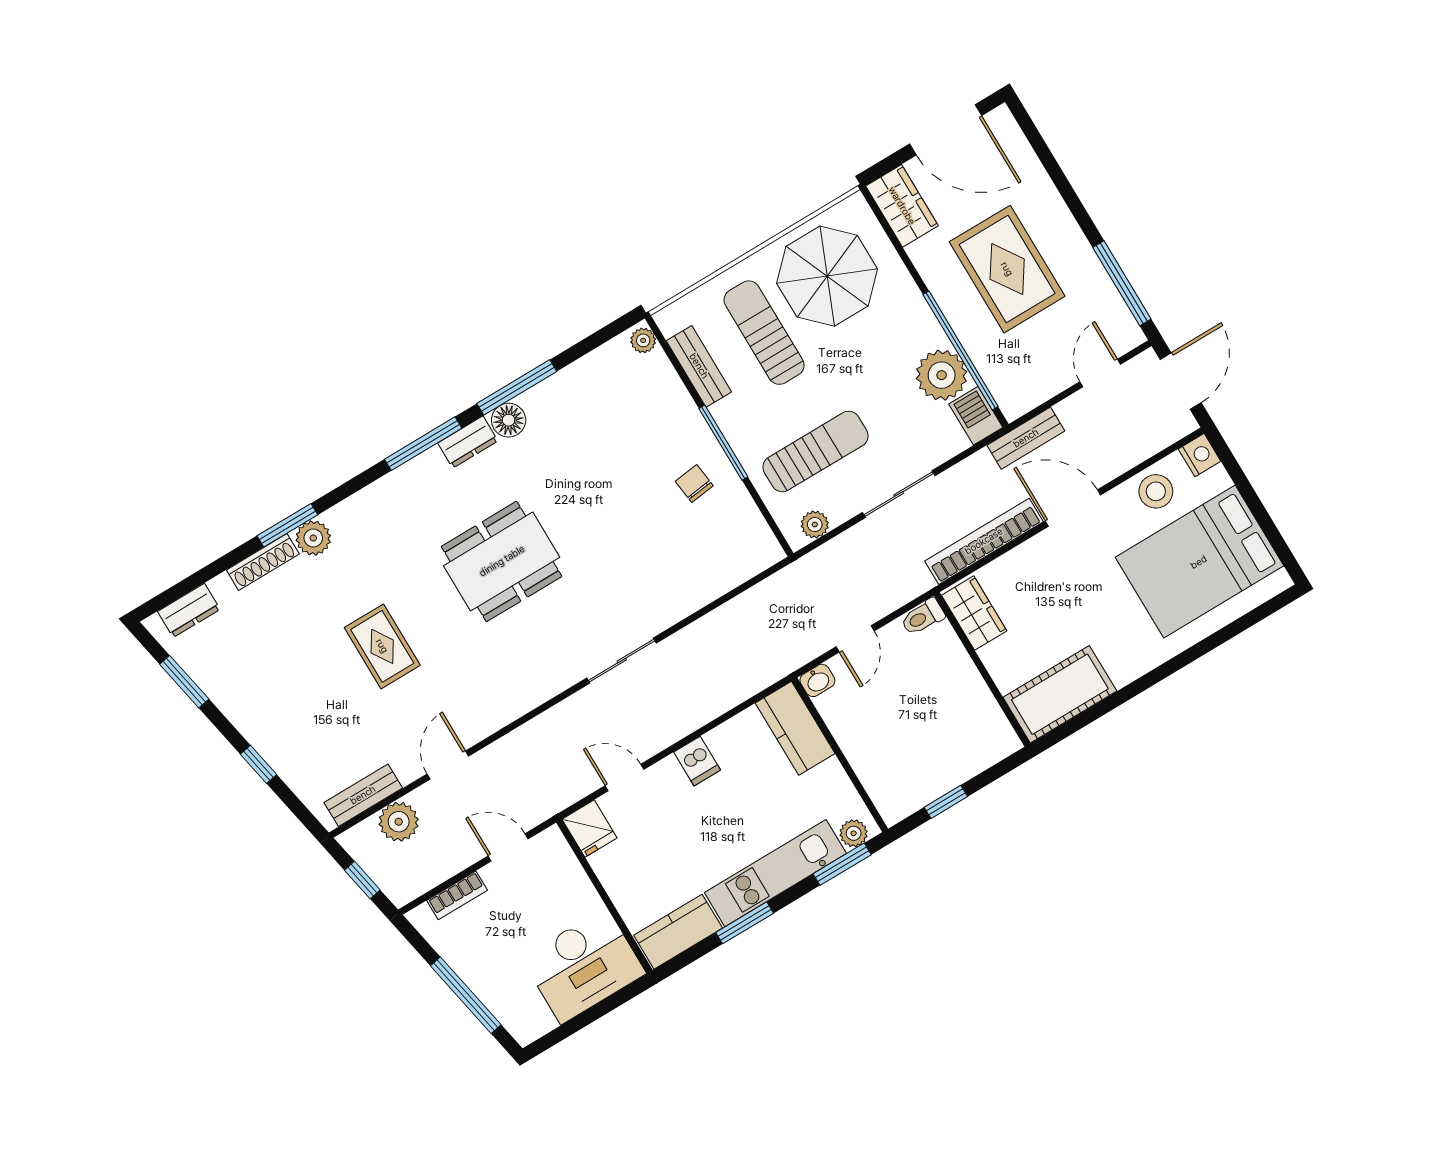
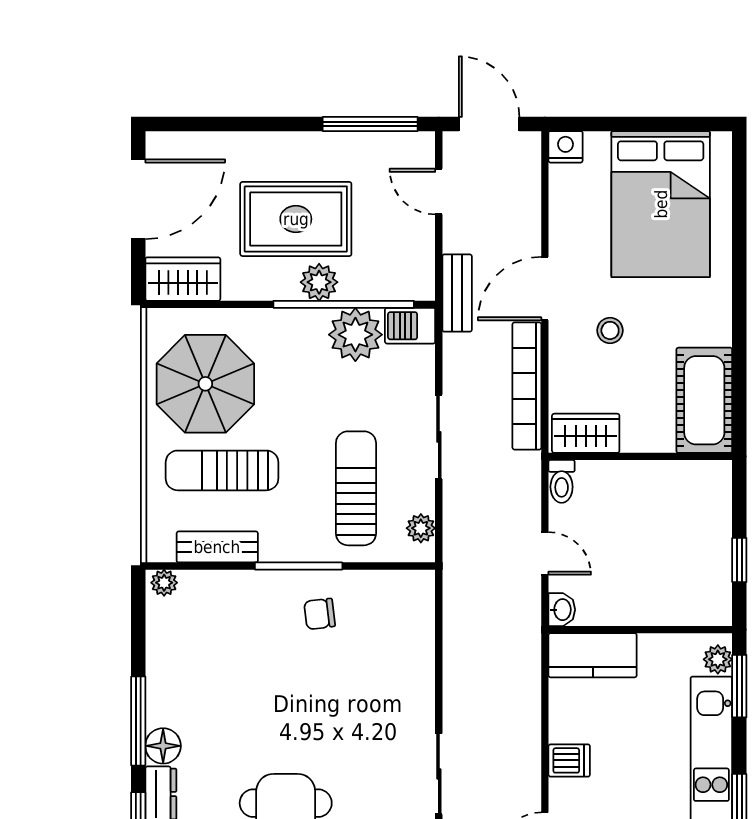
plant: (967, 319) -> (319, 282), added
stool: (1156, 491) -> (610, 330), moved, width x0.73, depth x0.73

